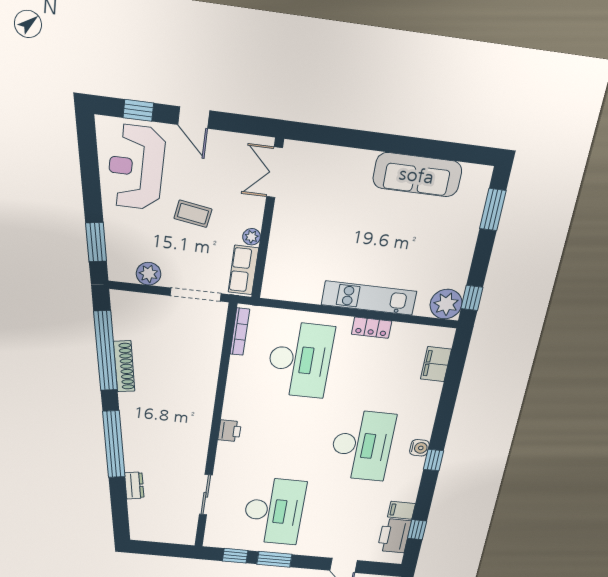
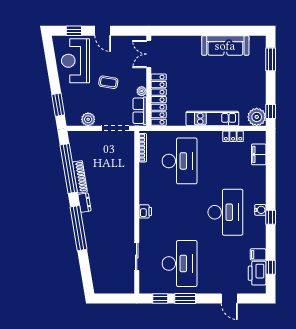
locker: (280, 255) -> (159, 100), added
locker: (372, 328) -> (233, 136), moved
dresser: (134, 486) -> (85, 203), moved

